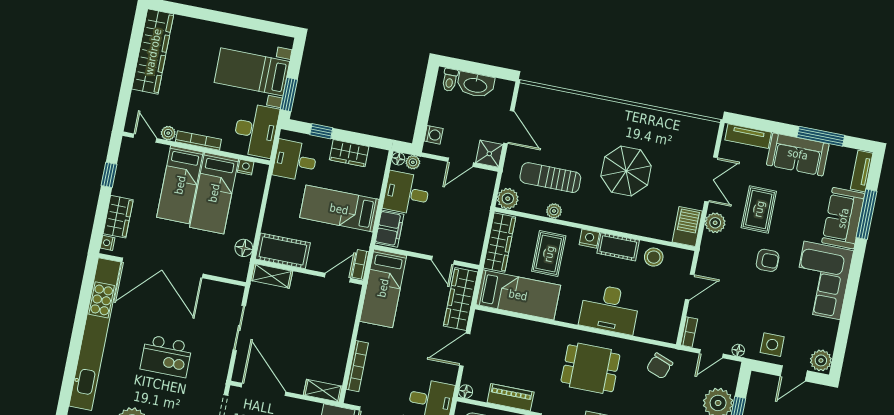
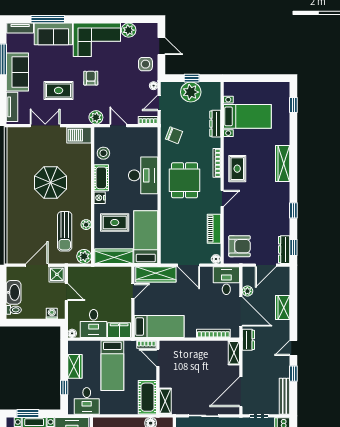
window: (289, 94) -> (28, 414), moved
plant: (413, 162) -> (73, 323), removed
plant: (715, 223) -> (96, 117), moved
door: (711, 354) -> (159, 103), swing flipped
plant: (821, 360) -> (129, 30), moved

